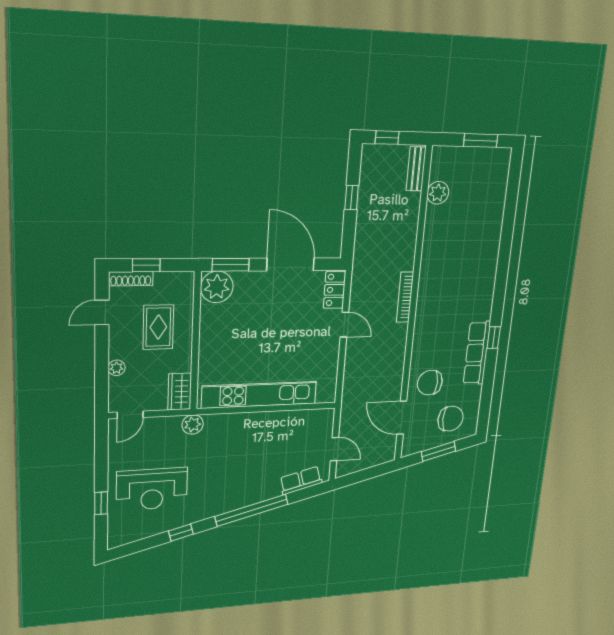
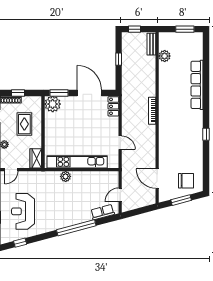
door: (344, 325) -> (120, 143), moved
row of seats: (477, 353) -> (197, 85), moved, width x1.36
chair: (430, 383) -> (171, 159), removed
plant: (193, 424) -> (66, 176), moved
door: (334, 449) -> (120, 195), swing flipped
reception desk: (152, 489) -> (23, 211), turned 90
window: (181, 533) -> (20, 243), moved

